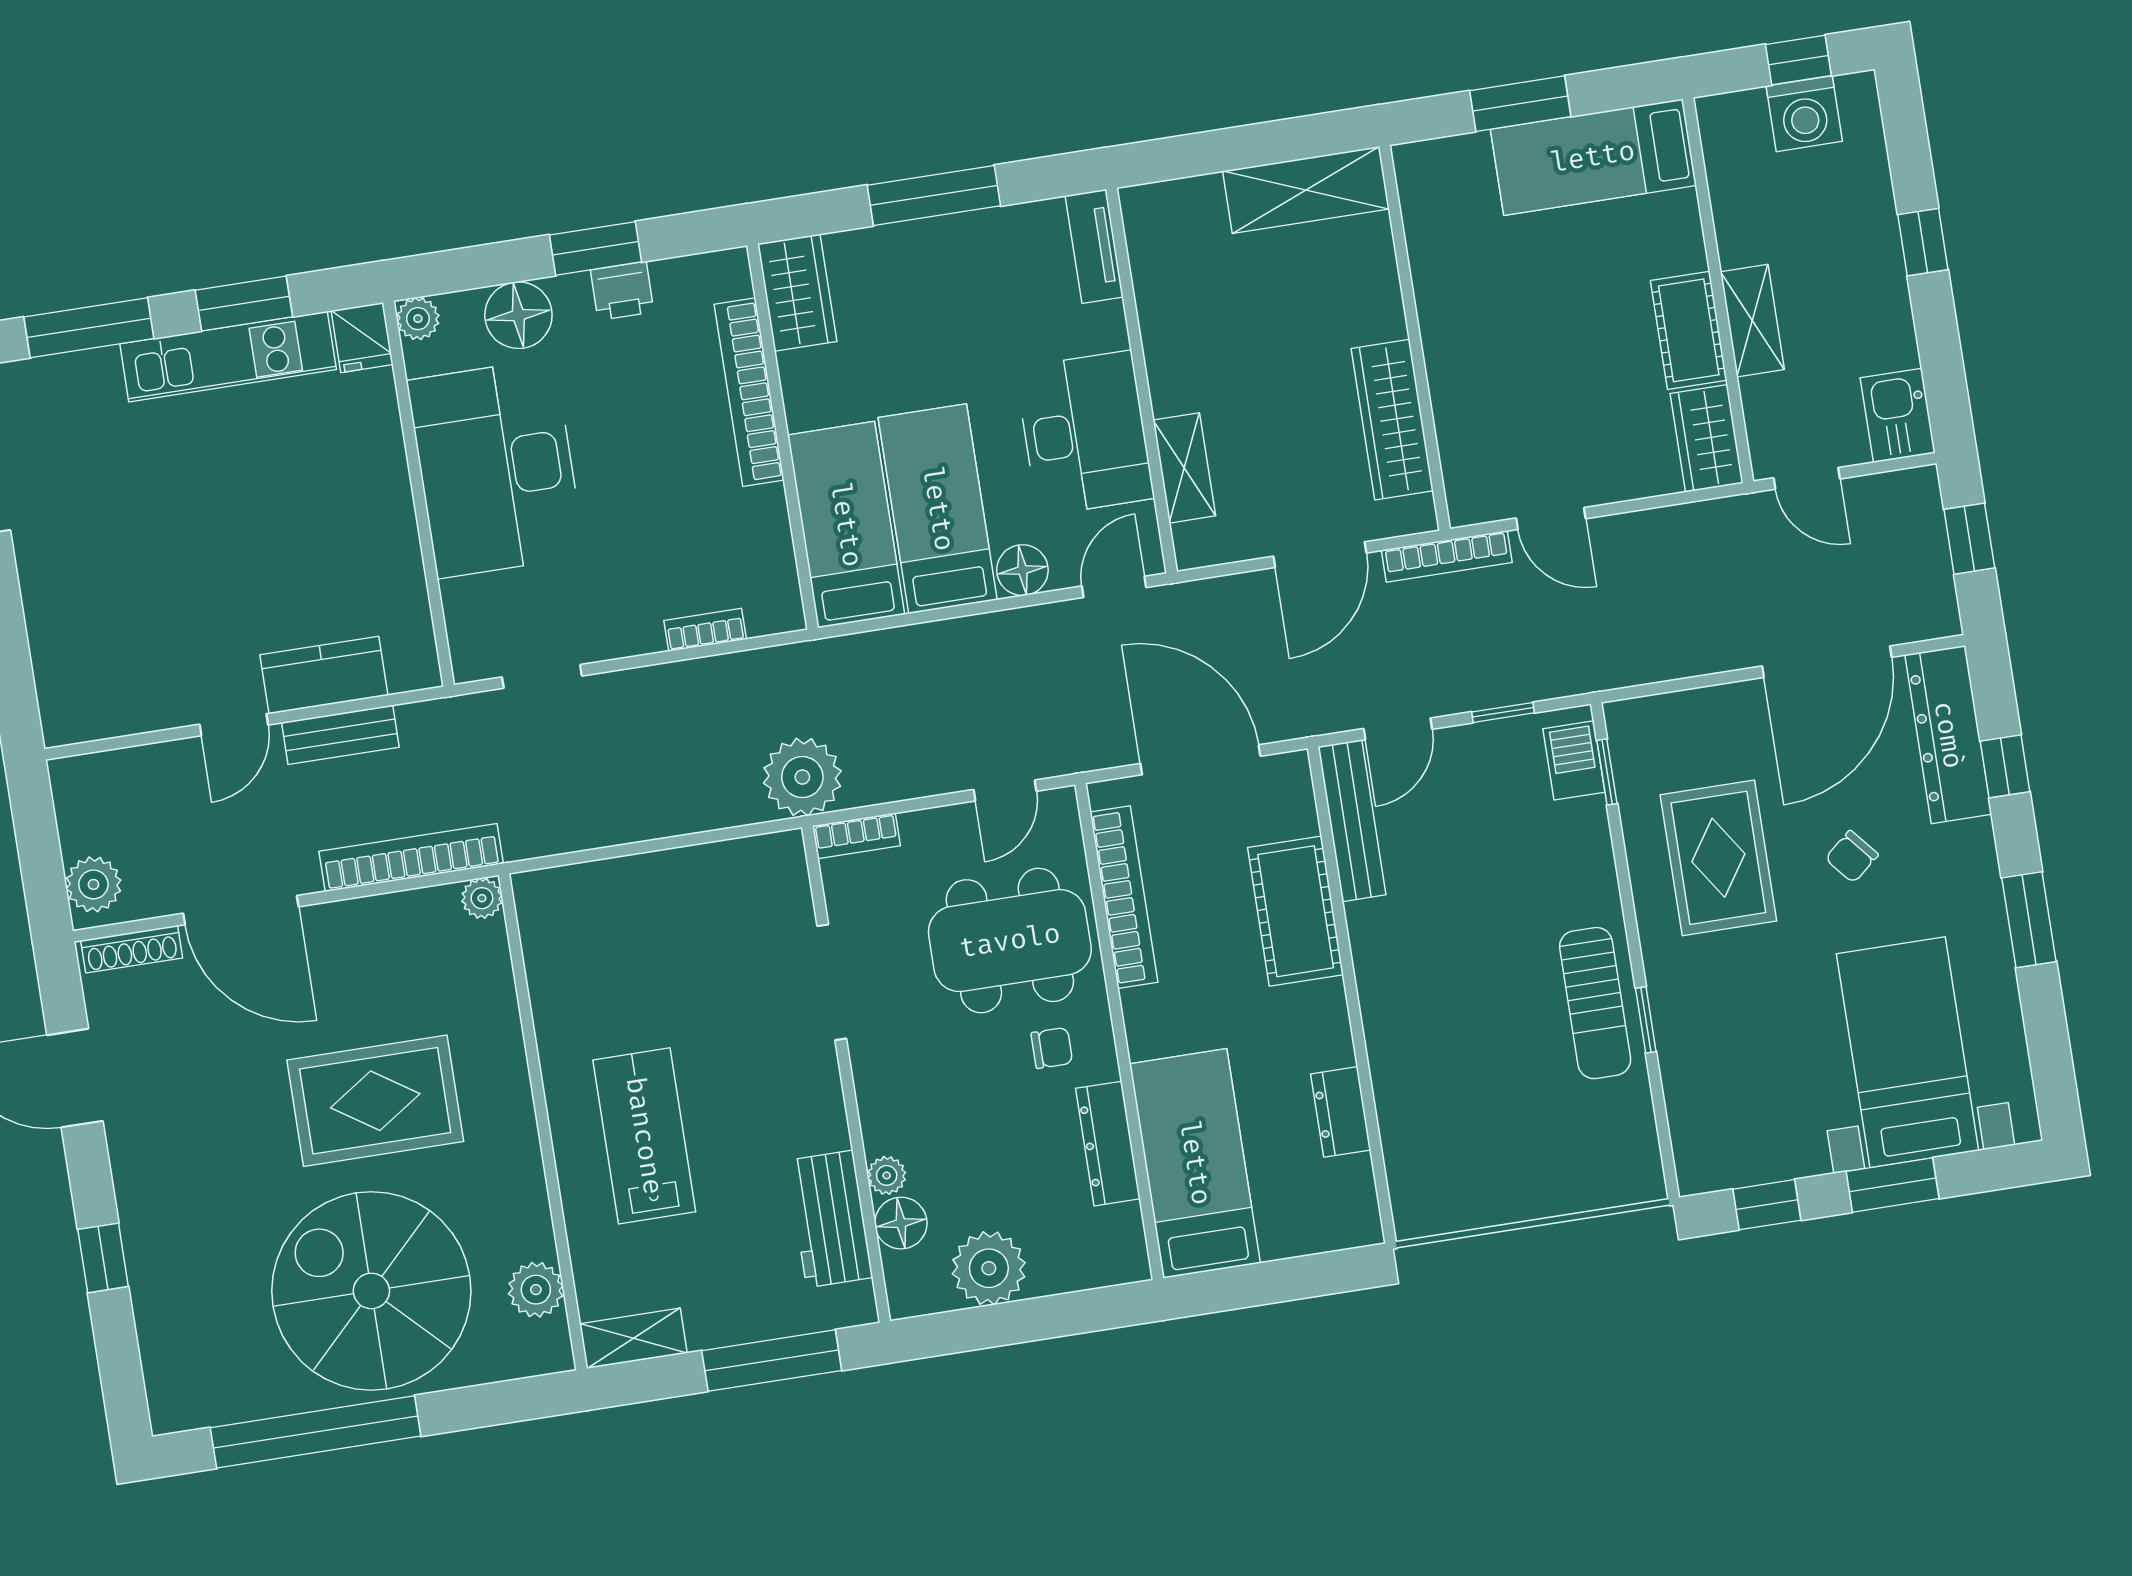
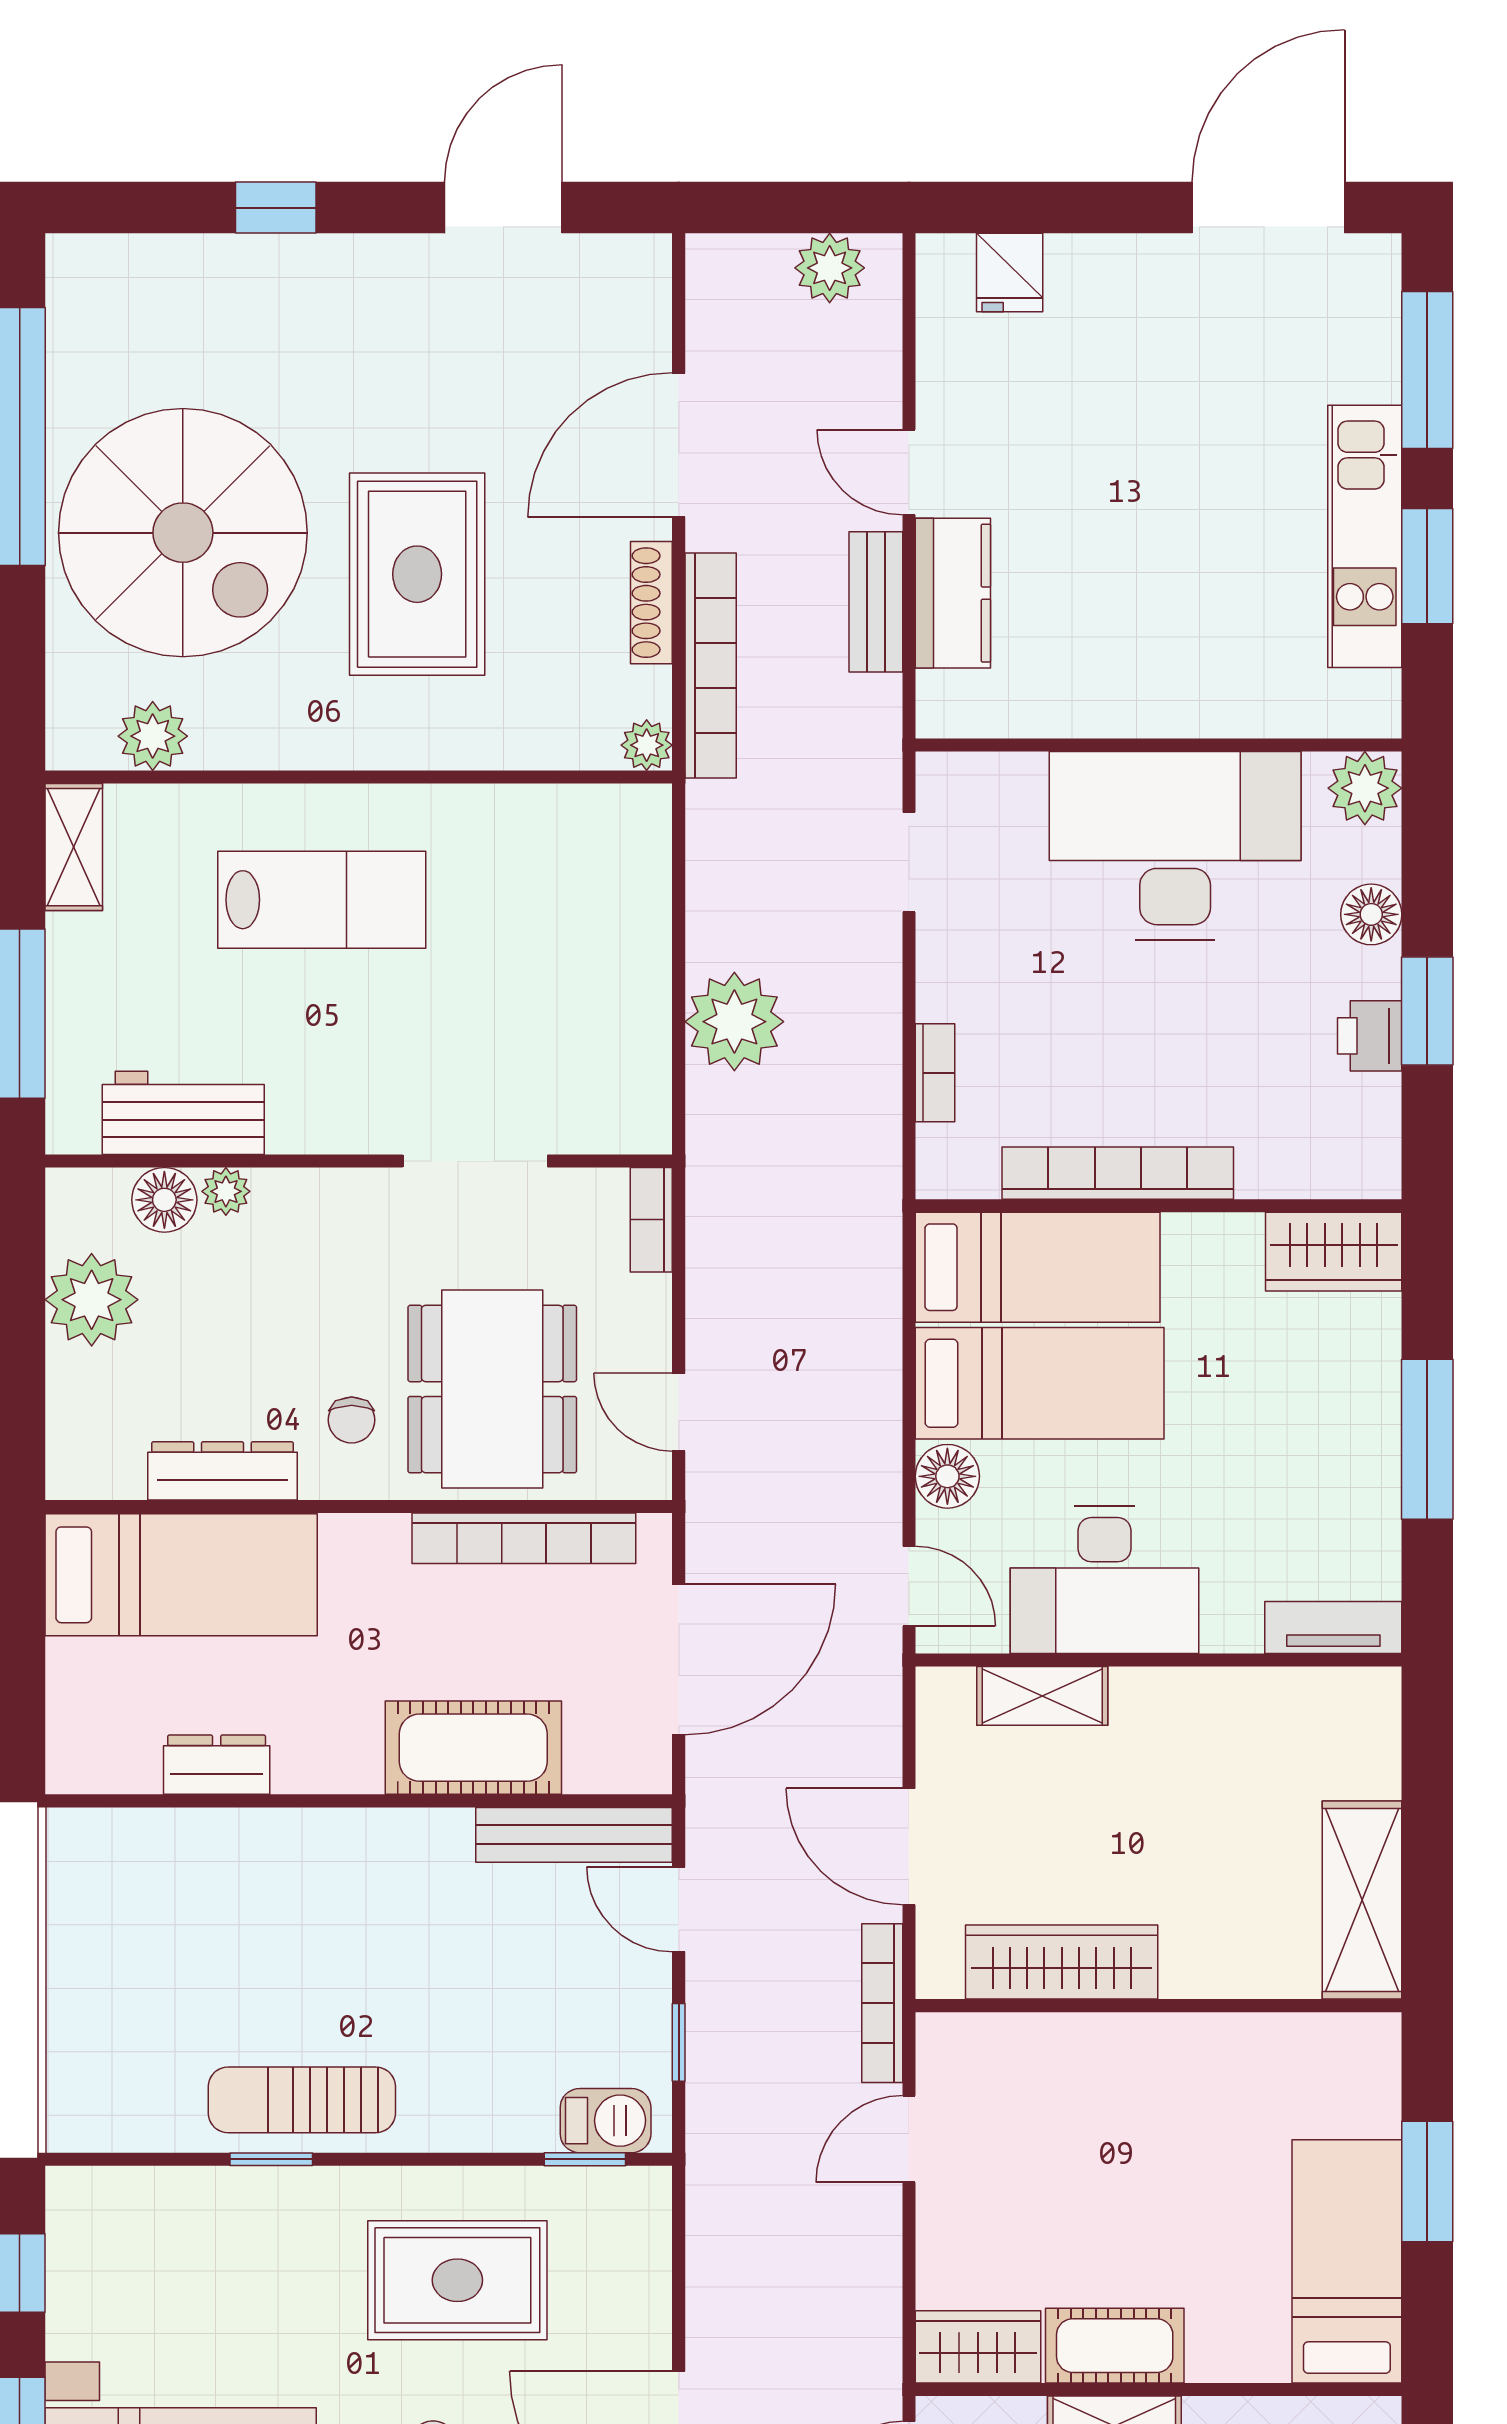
floor lamp: (518, 315) -> (1371, 914), width x0.73, depth x0.73
plant: (418, 319) -> (1365, 788), width x1.38, depth x1.38
fridge: (362, 338) -> (1010, 273), moved, turned -90
bookcase: (749, 392) -> (1118, 1173), moved
plant: (802, 777) -> (734, 1022), moved
plant: (93, 884) -> (830, 268), moved
shoe rack: (132, 949) -> (651, 603), moved
spiral stairs: (371, 1291) -> (183, 533), turned 90

